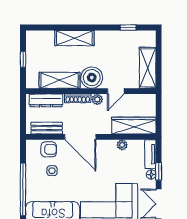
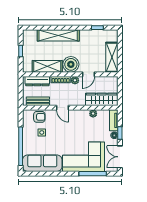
shelving: (74, 38) -> (58, 35), width x1.47
door: (80, 137) -> (63, 108), width x0.53

